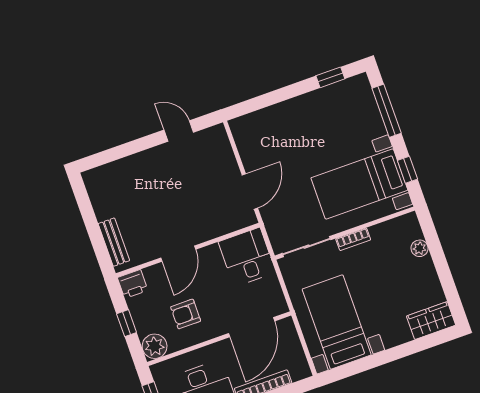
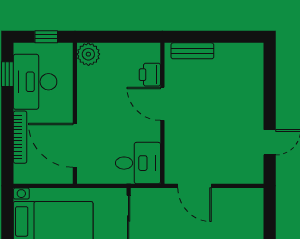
printer: (133, 284) -> (150, 75), moved
armchair: (186, 314) -> (107, 91), removed
window: (127, 323) -> (117, 37), removed

